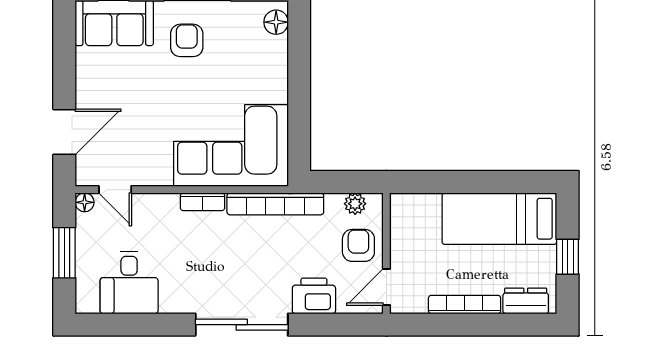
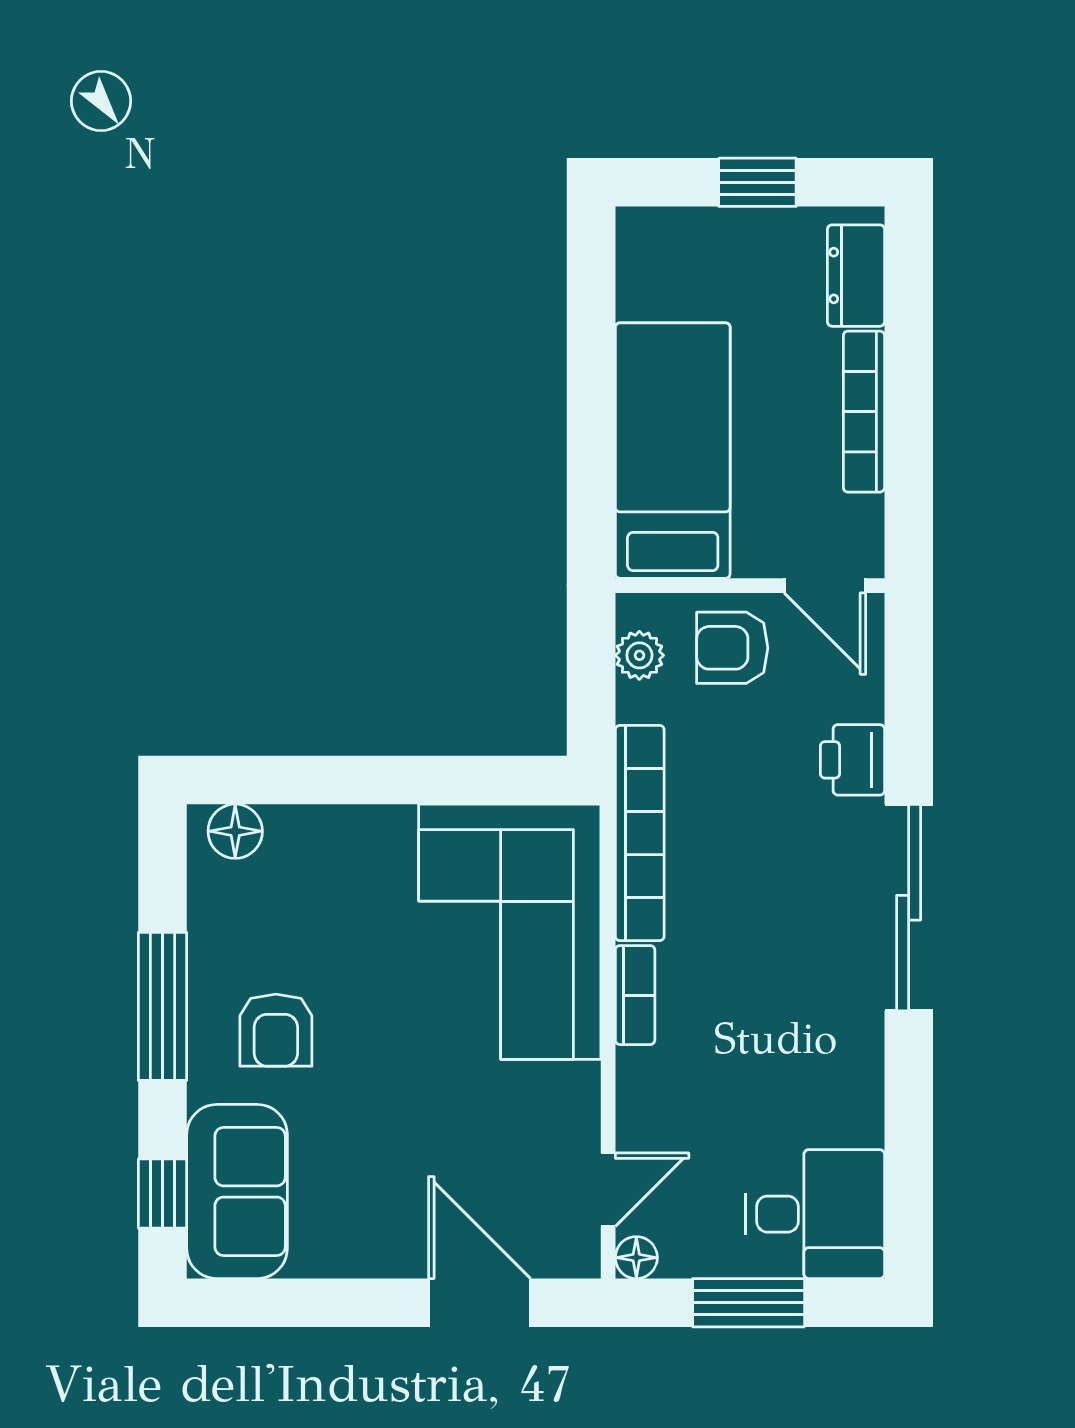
armchair: (187, 40) -> (276, 1030), turned -90
bed: (499, 219) -> (673, 451), moved, turned 180
desk: (129, 283) -> (815, 1214), moved
printer: (314, 296) -> (852, 760), width x0.73, depth x0.81

